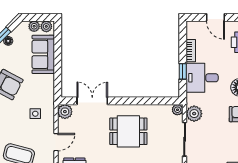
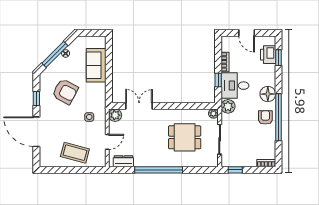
plant: (34, 26) -> (88, 41), removed
plant: (46, 26) -> (99, 41), removed
plant: (194, 114) -> (228, 106), moved
dining table: (128, 131) -> (185, 137), moved

